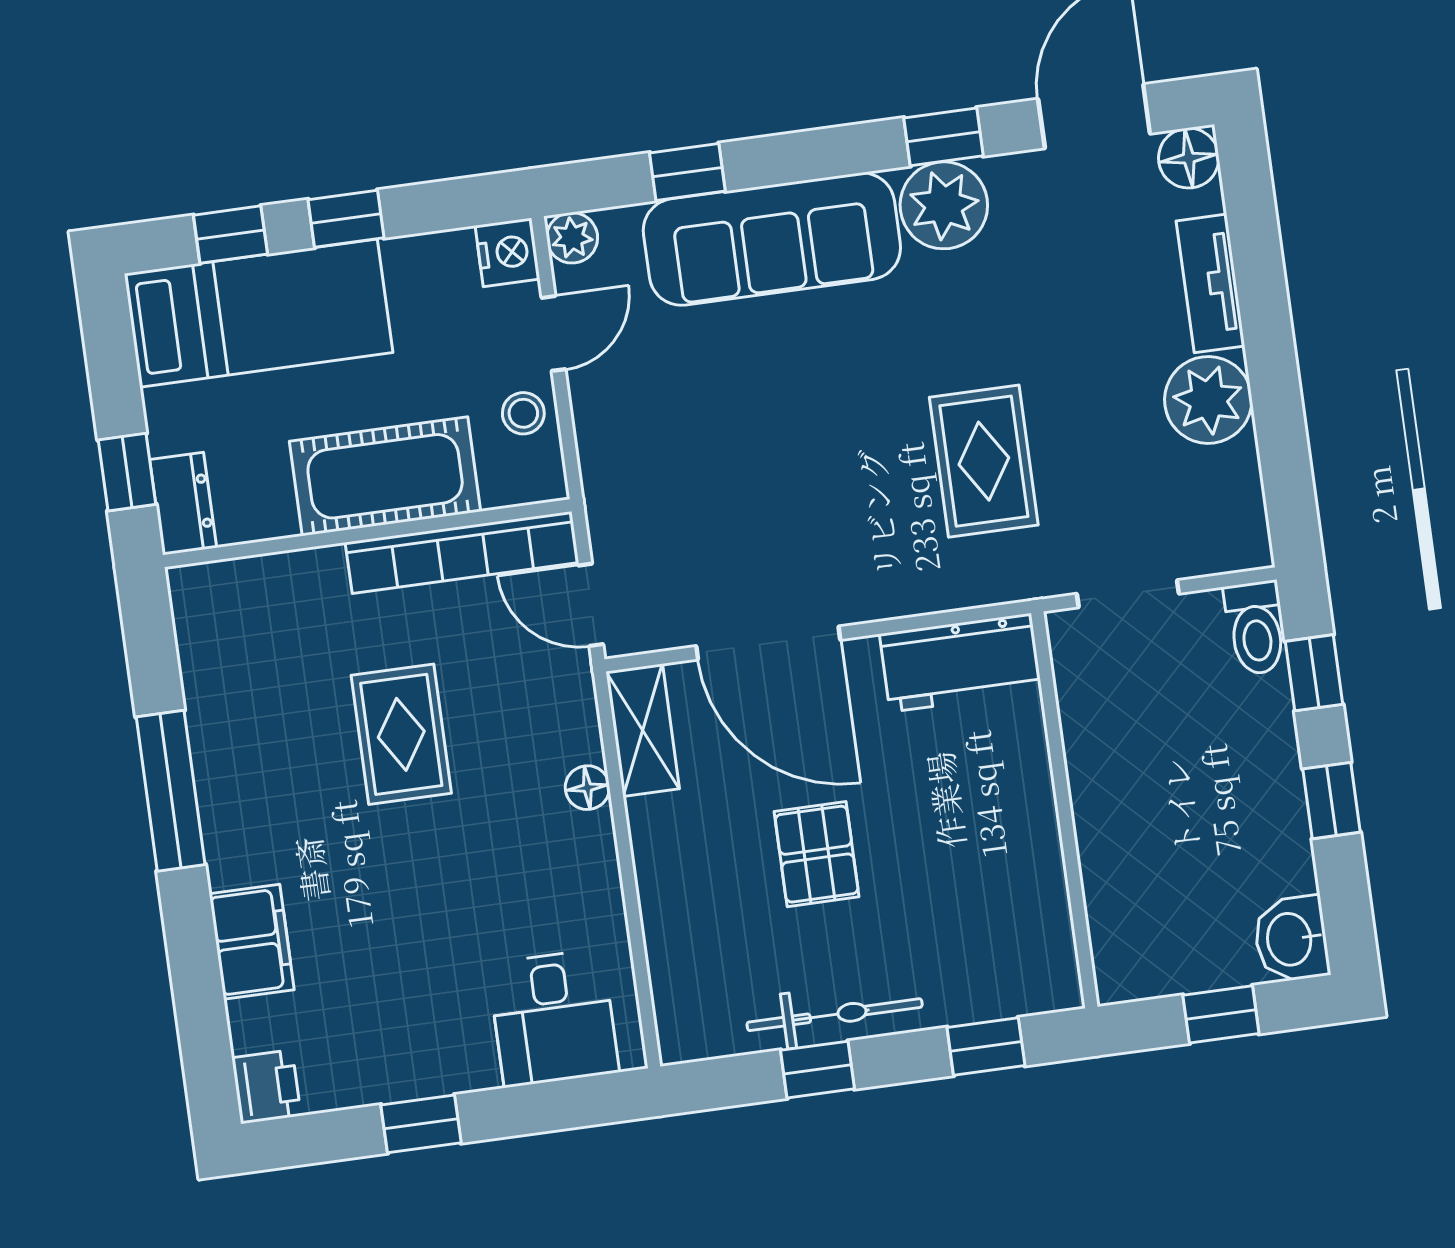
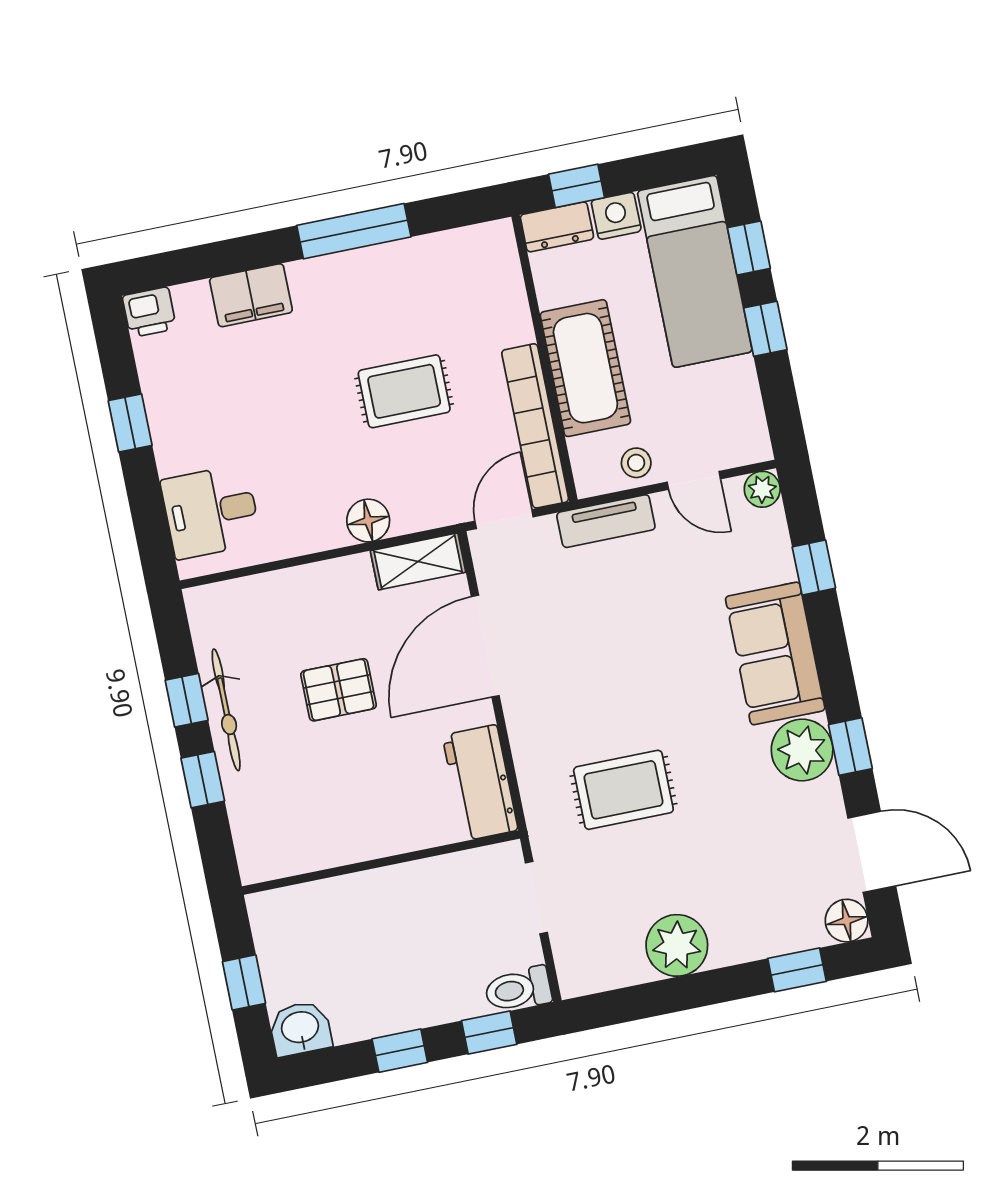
window: (1254, 233) -> (797, 970), added
sofa: (772, 239) -> (775, 653), width x0.73
nightstand: (508, 252) -> (616, 216), moved, turned 180
tv unit: (1211, 283) -> (606, 521), moved, turned 180
floor lamp: (587, 788) -> (368, 521), width x1.37, depth x1.37
window: (986, 1047) -> (203, 780), moved

